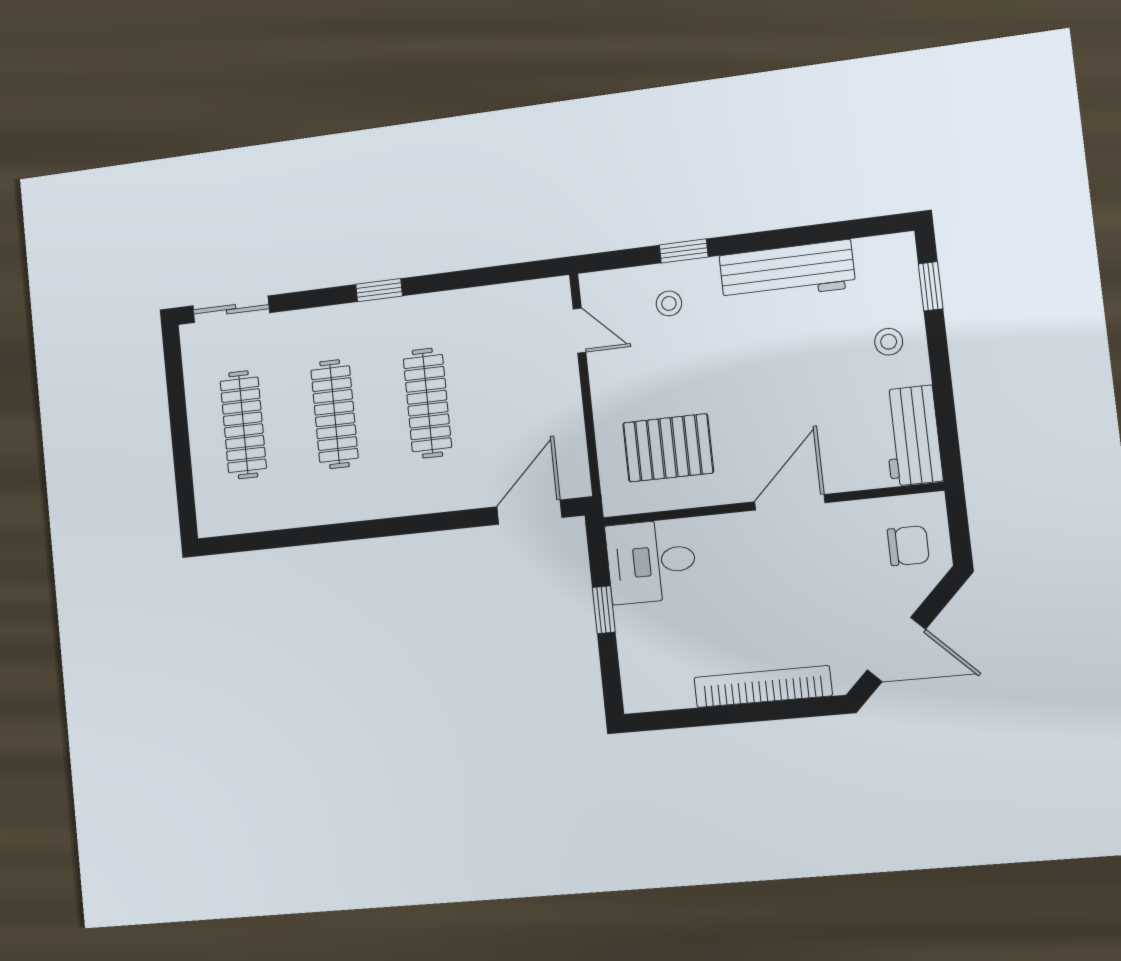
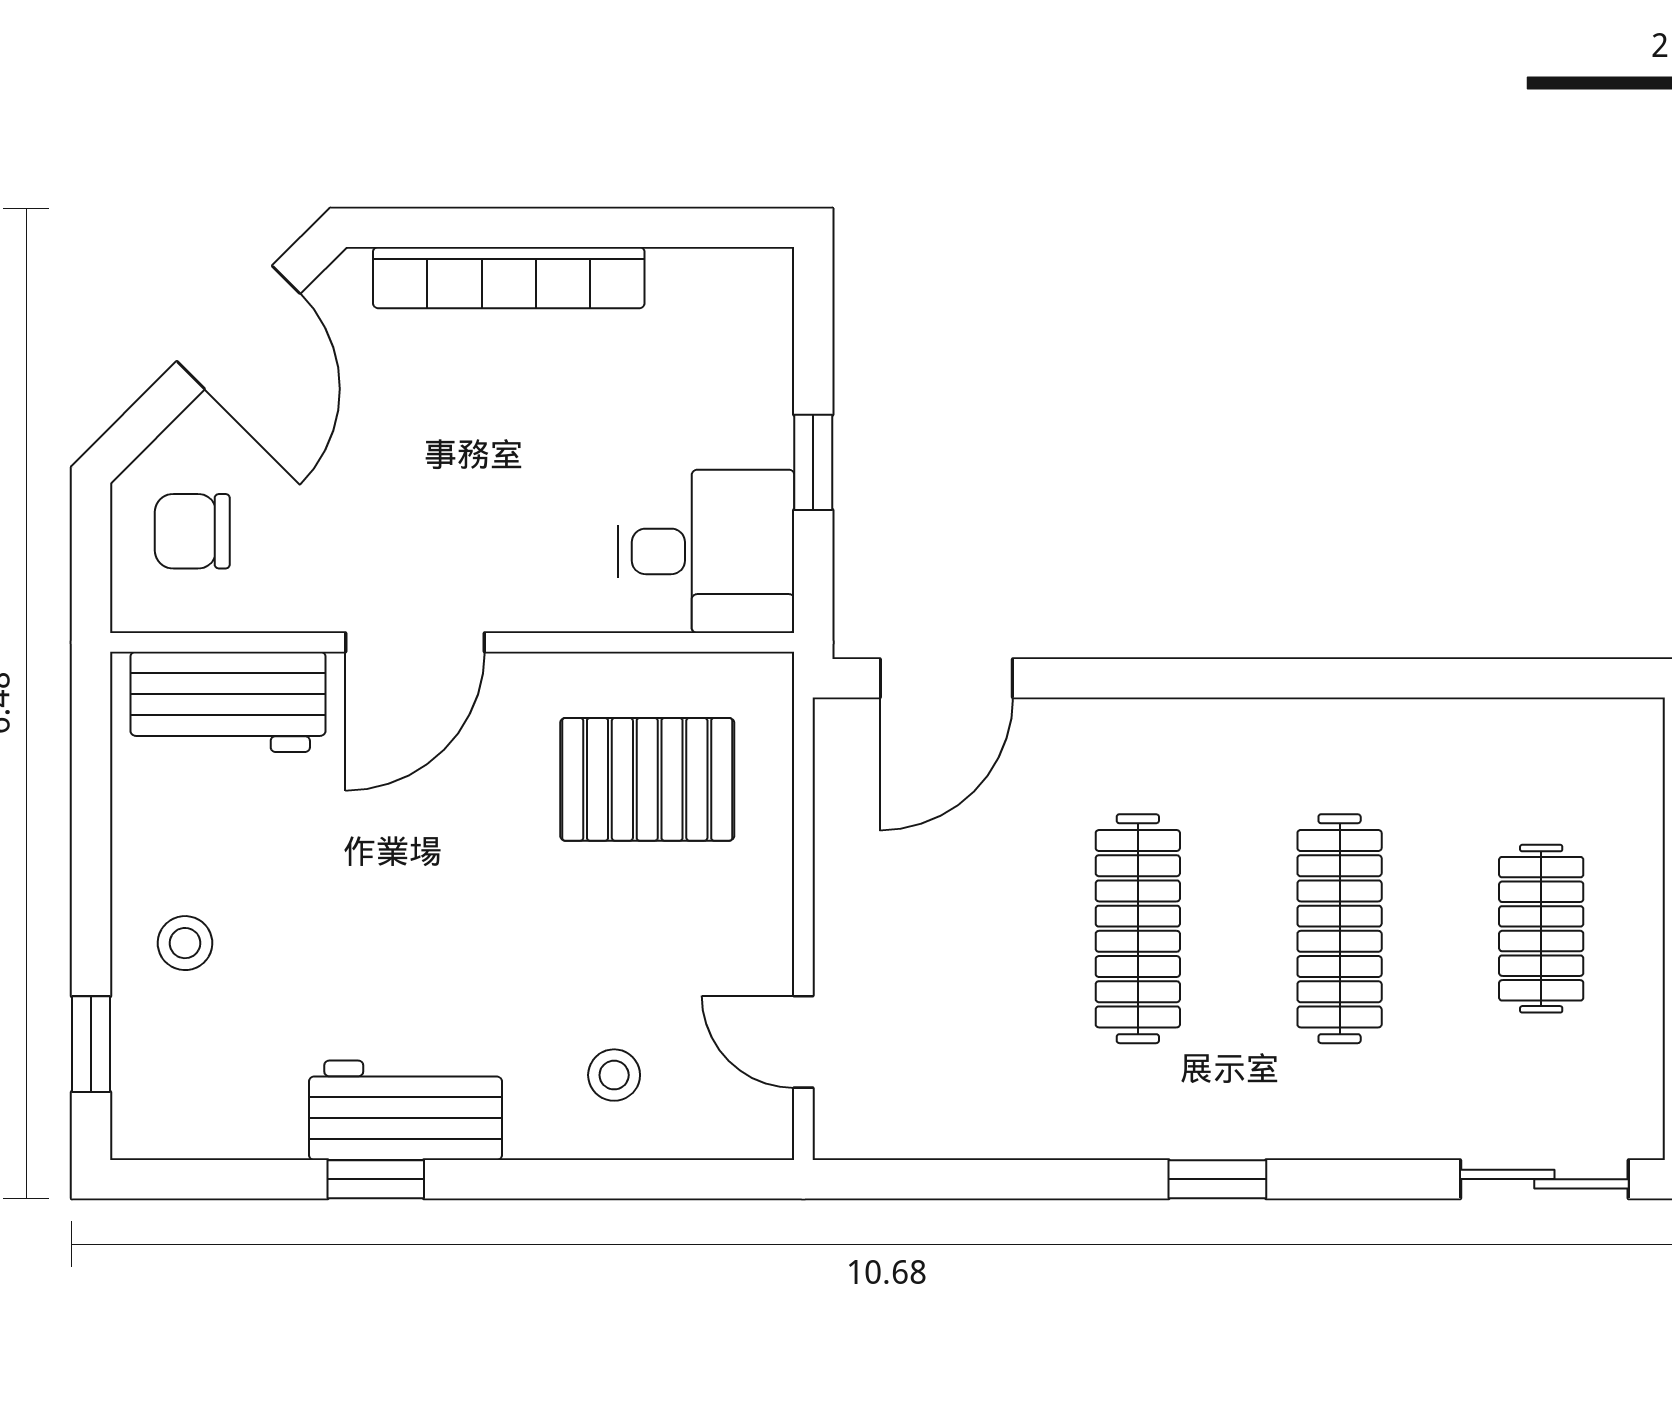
window: (684, 251) -> (376, 1179), moved
workbench: (787, 271) -> (405, 1110), width x0.73
clothes rail: (243, 425) -> (1541, 929), width x0.73
workbench: (912, 436) -> (228, 702), moved, turned 90
door: (896, 650) -> (238, 327), swing flipped

